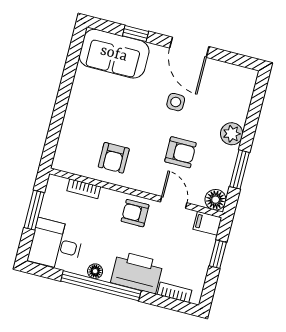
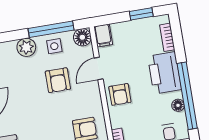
side table: (176, 102) -> (54, 46), moved
armchair: (180, 152) -> (58, 80), turned 180
window: (240, 169) -> (51, 29), width x1.44
window: (218, 254) -> (141, 14), moved

